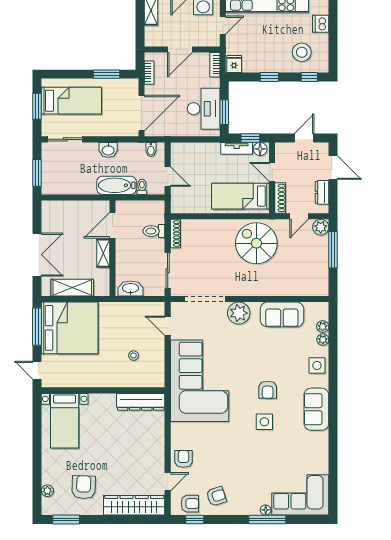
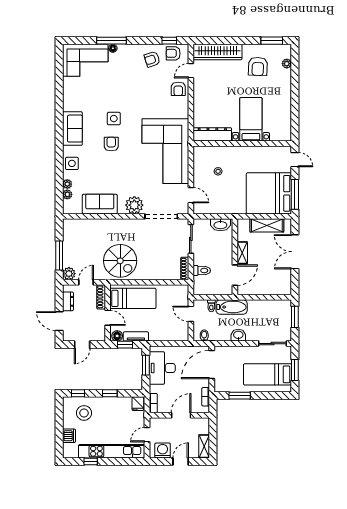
bed with nightstands: (65, 421) -> (251, 119), moved

